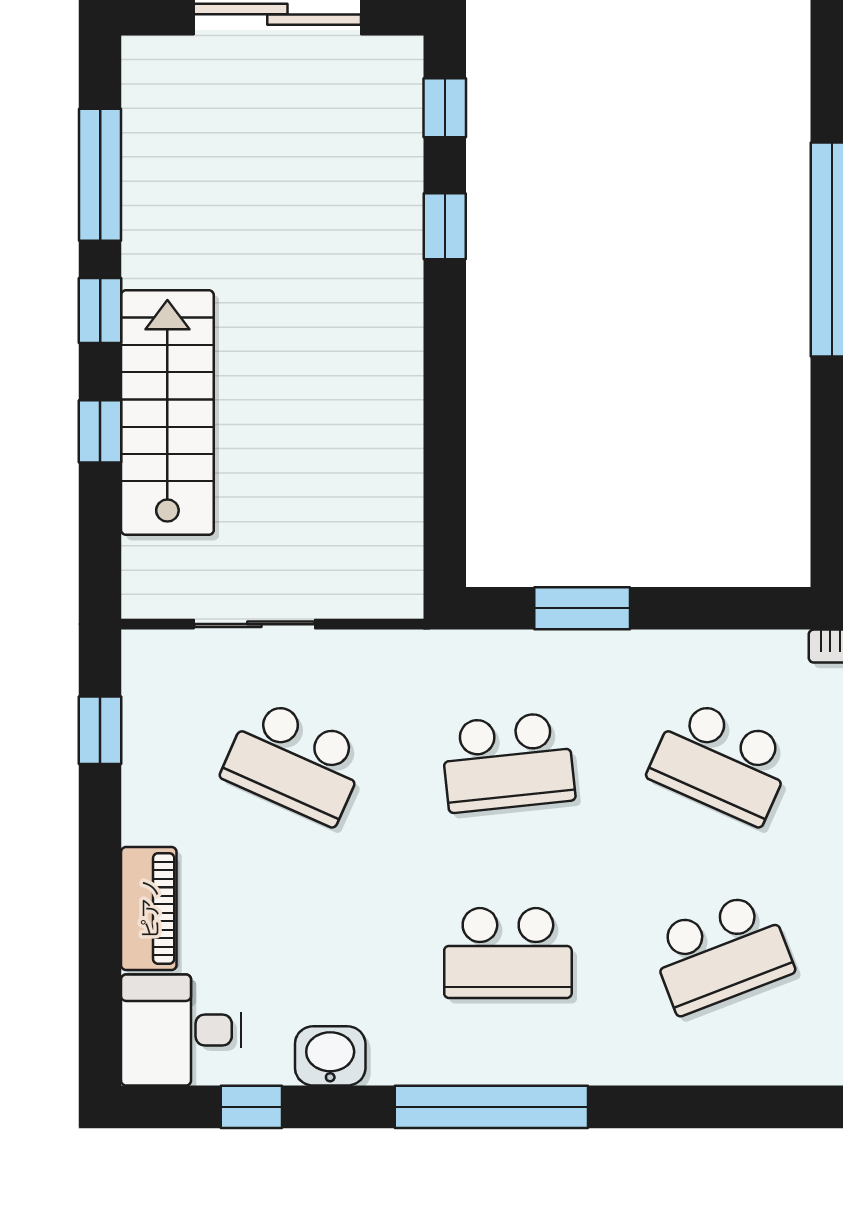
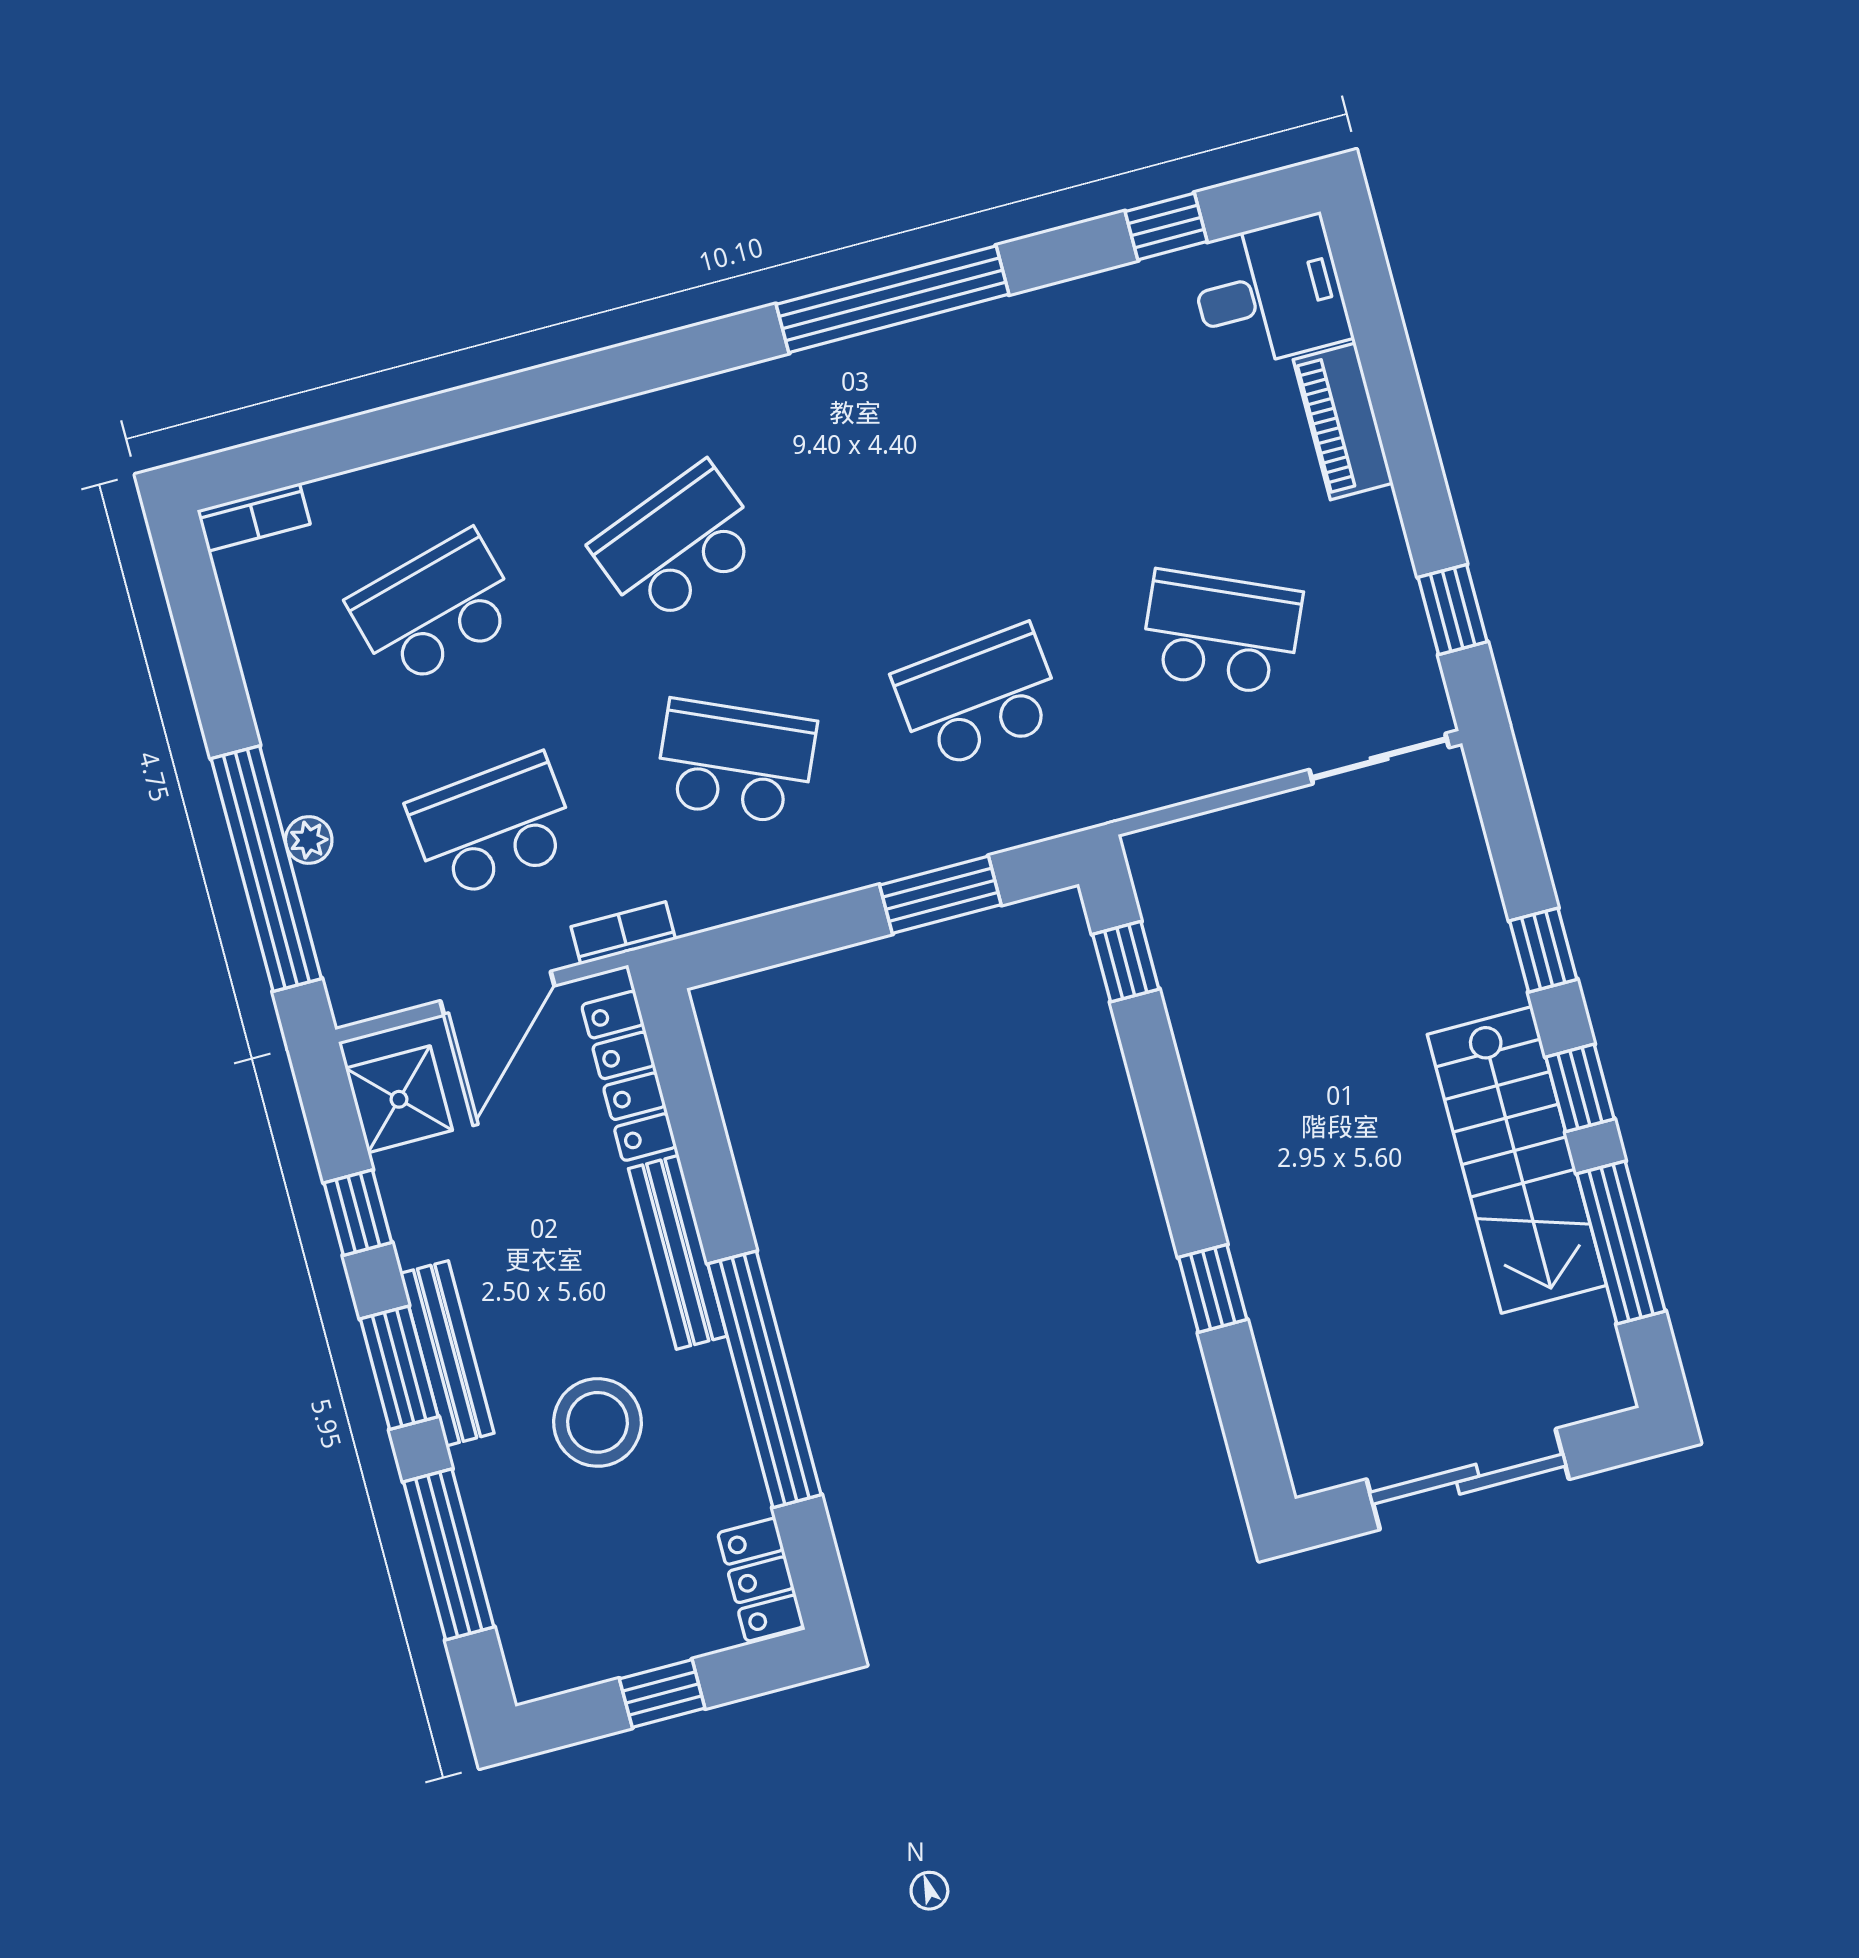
window: (445, 108) -> (1126, 962), moved
stairs: (167, 413) -> (1517, 1160), moved
sliding door: (254, 624) -> (1379, 759), moved
school desk: (508, 953) -> (920, 480), removed
washbasin: (330, 1056) -> (1092, 308), removed

